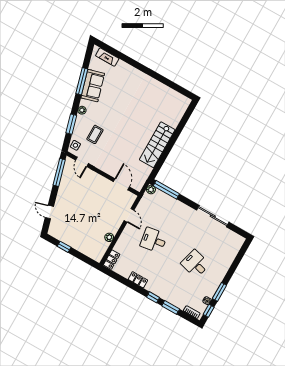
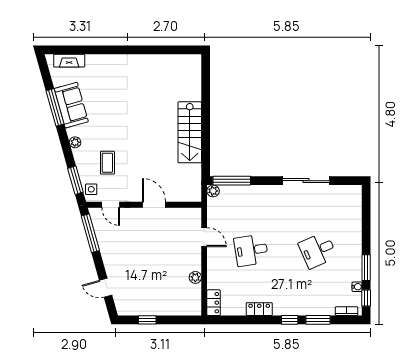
window: (71, 124) -> (75, 180), moved
door: (121, 184) -> (154, 205), moved
desk: (195, 264) -> (318, 250), turned -39

